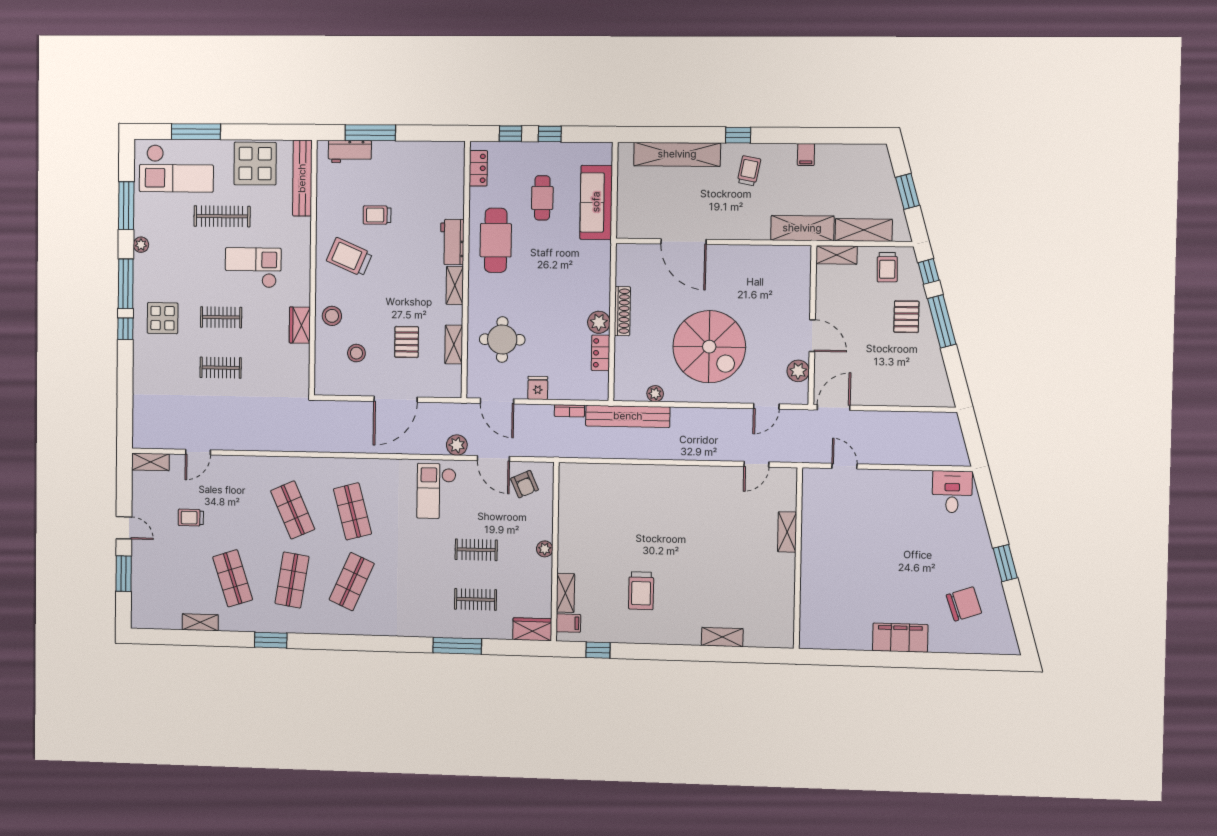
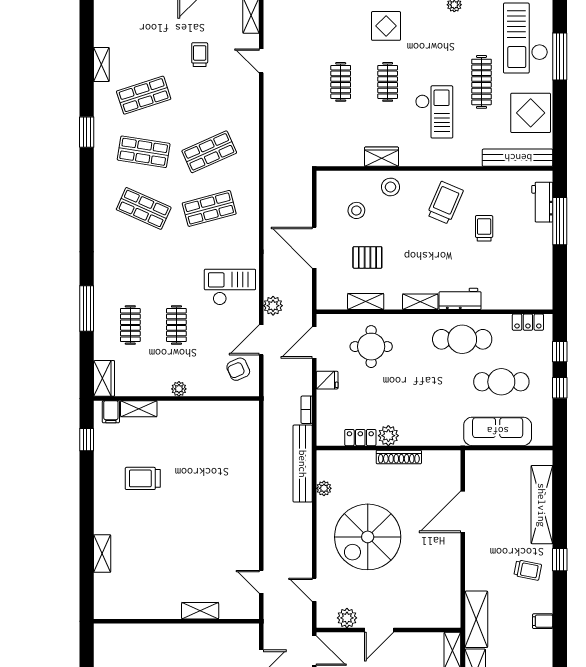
cafe table: (542, 198) -> (501, 382), width x1.37, depth x1.35

